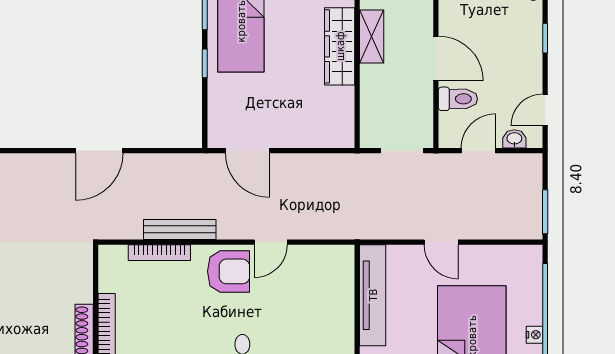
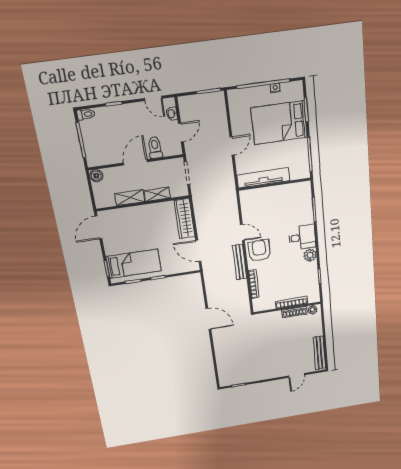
wardrobe: (340, 46) -> (184, 219), moved, turned 90
shelving: (370, 89) -> (157, 194), added
door: (247, 151) -> (198, 251), swing flipped
door: (478, 151) -> (181, 133), swing flipped
bench: (180, 229) -> (240, 262), moved

